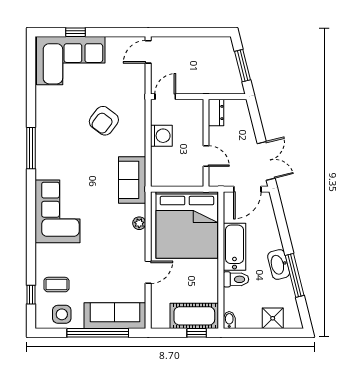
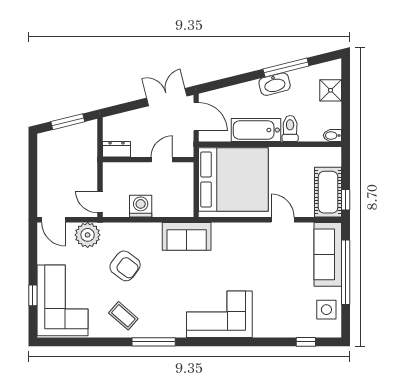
plant: (139, 223) -> (88, 235), moved, width x1.88, depth x1.88
coffee table: (56, 285) -> (123, 316), moved, turned -49
cot: (194, 316) -> (328, 192), moved
window: (197, 333) -> (346, 200), moved

